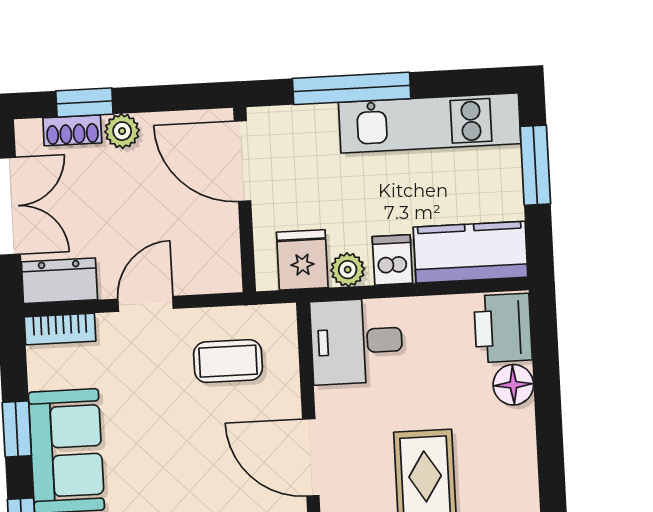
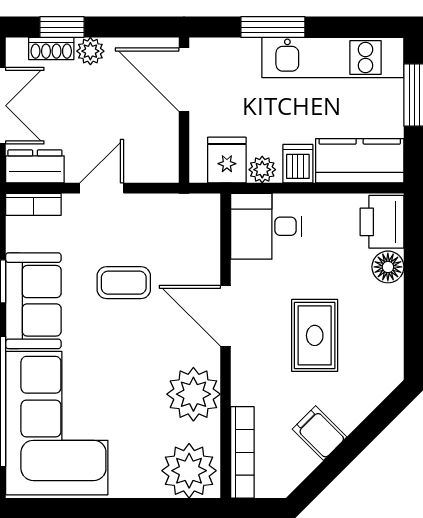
window: (352, 88) -> (273, 27), width x0.69
coffee table: (228, 361) -> (124, 283), moved

